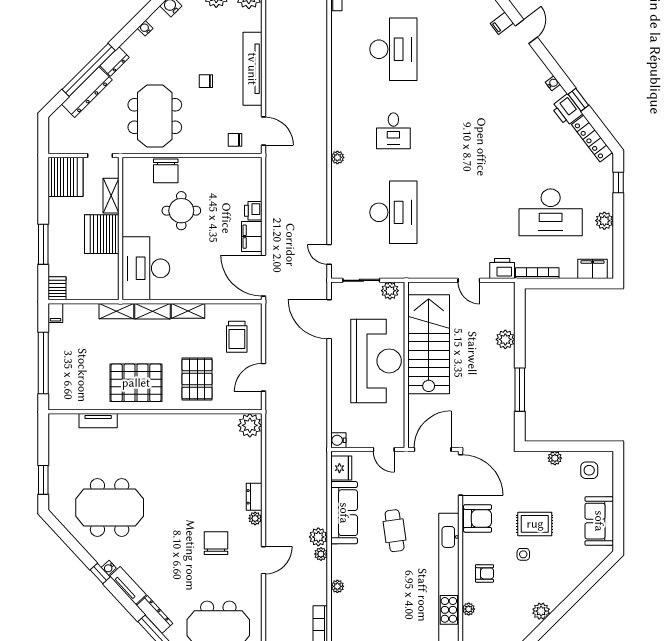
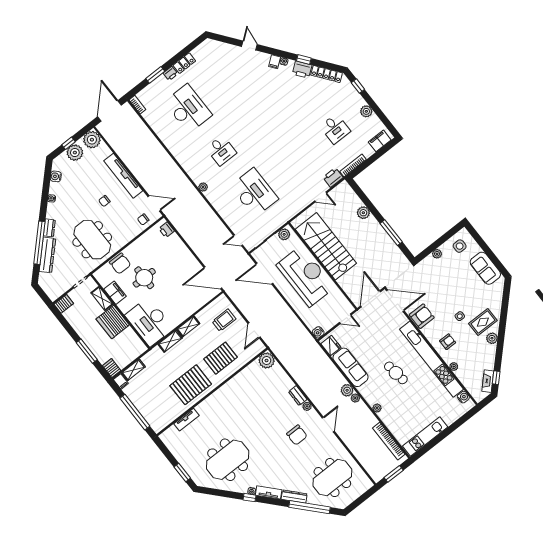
filing cabinet: (502, 23) -> (275, 62), moved
server rack: (66, 177) -> (64, 304), width x0.46, depth x0.70
printer: (253, 211) -> (167, 230), moved
desk: (551, 212) -> (335, 129), width x0.53, depth x0.77
filing cabinet: (252, 237) -> (115, 293), moved, turned 180
shelving: (116, 311) -> (133, 370), moved
trolley: (237, 337) -> (224, 320), turned -90
pallet: (197, 379) -> (221, 358), turned 90
rug: (535, 524) -> (483, 322), moved
cafe table: (395, 531) -> (396, 373), moved
chair: (216, 543) -> (297, 435), turned 180

